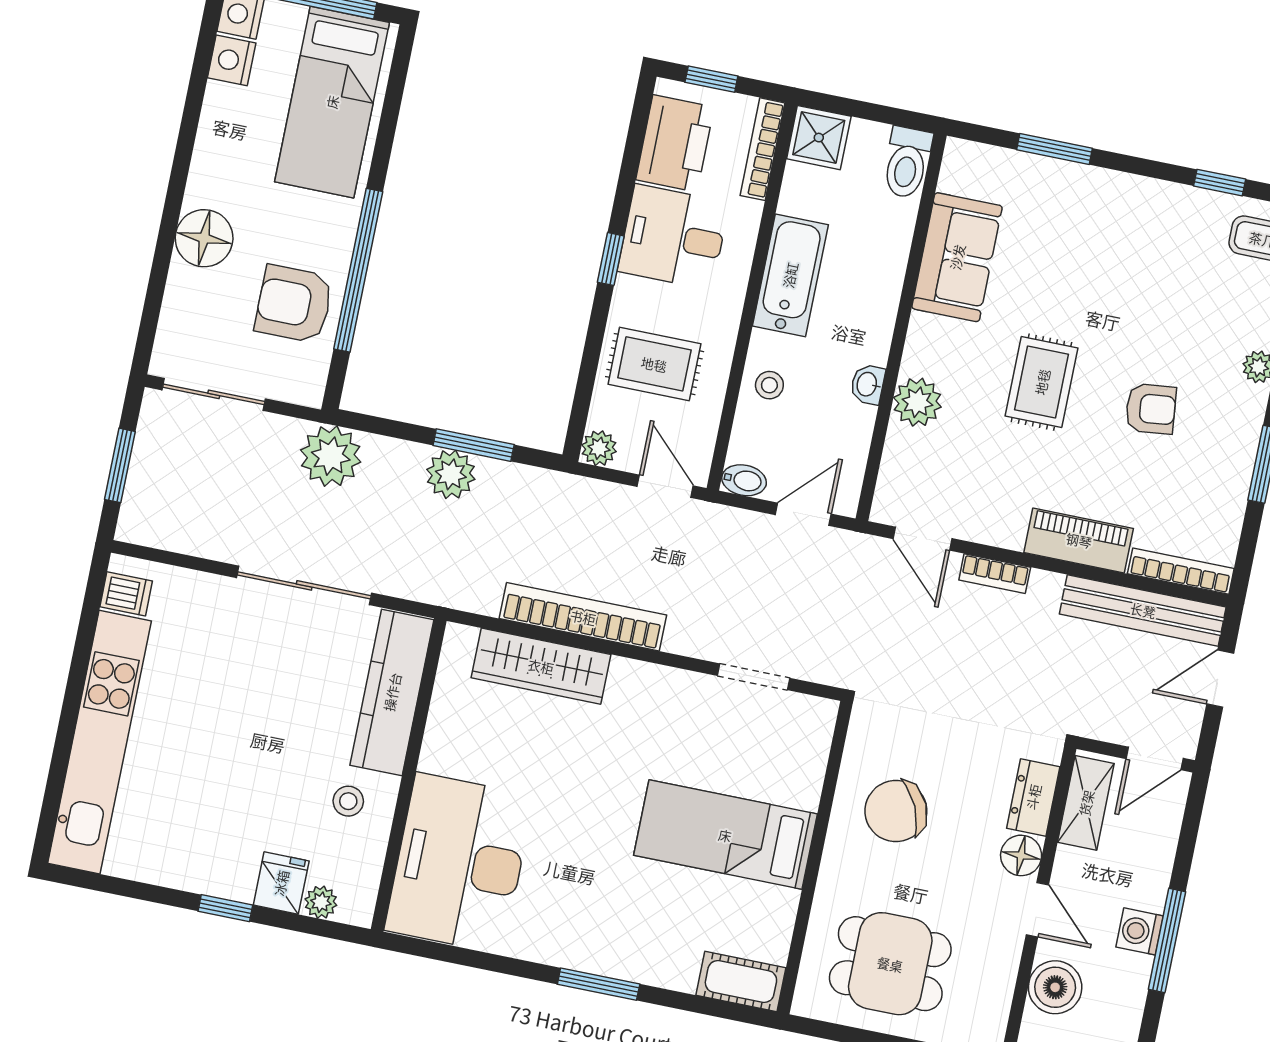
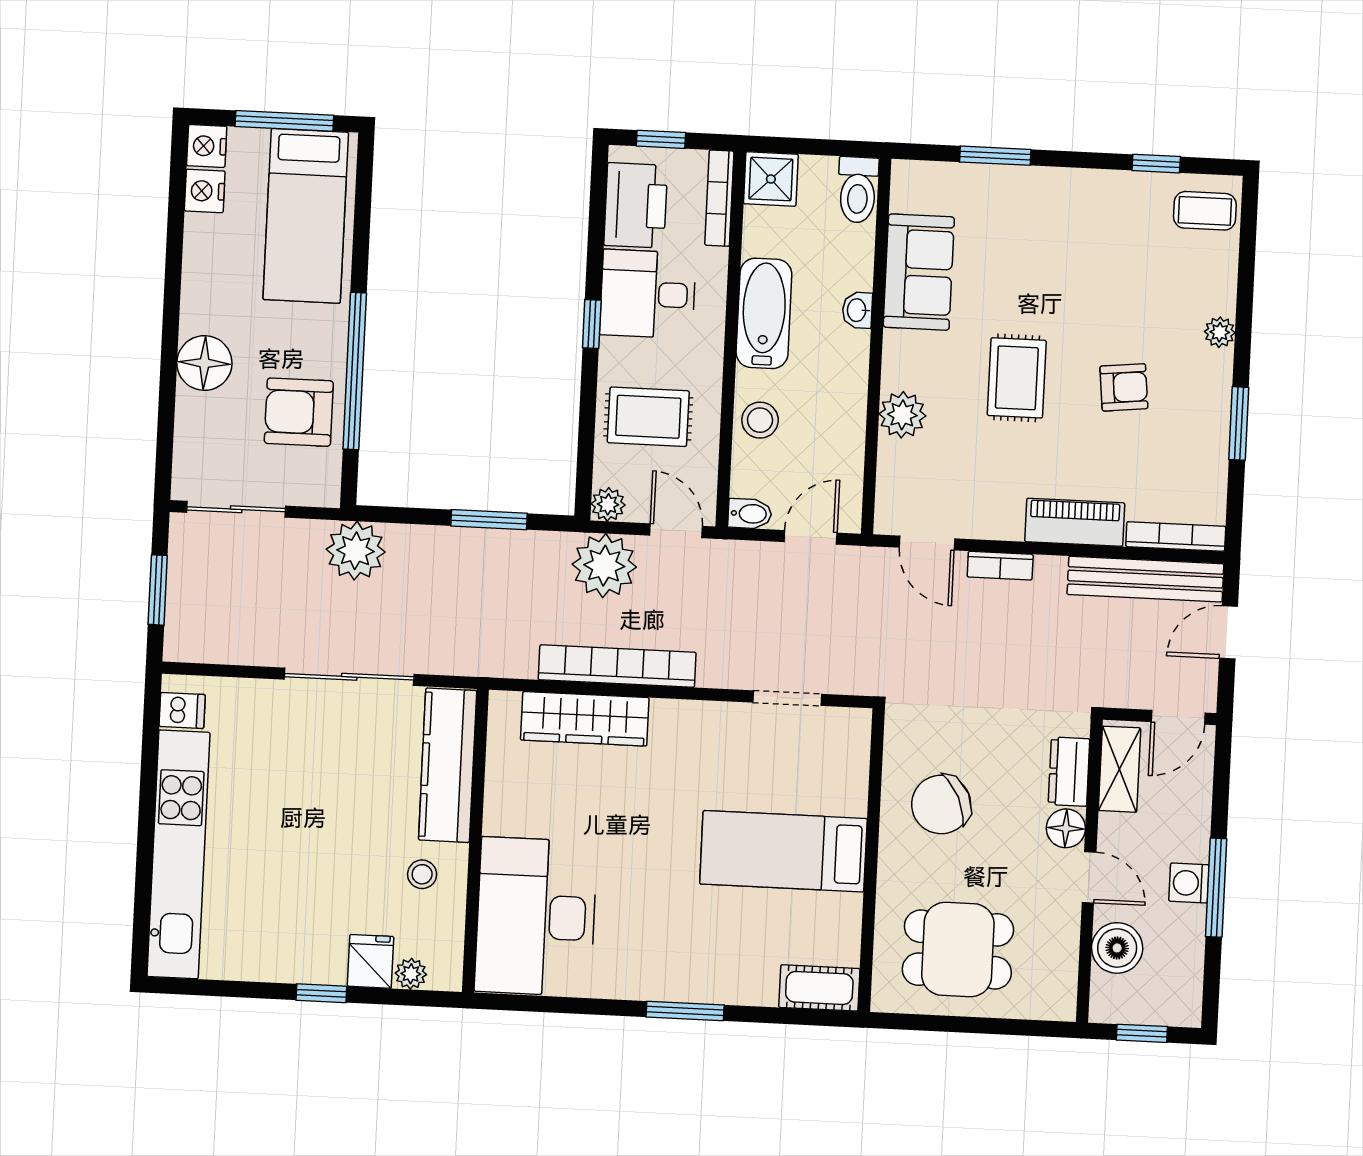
washbasin: (868, 384) -> (857, 310), moved
stool: (769, 385) -> (760, 420), width x1.37, depth x1.37
plant: (451, 474) -> (604, 566), moved, width x1.36, depth x1.36

